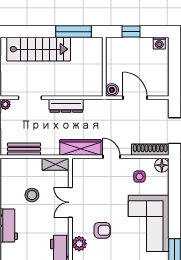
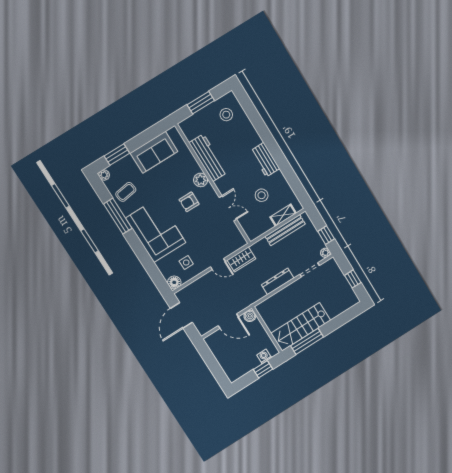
washing machine: (159, 43) -> (264, 356), moved
stairs: (39, 49) -> (301, 327), moved
wardrobe: (80, 147) -> (241, 259), width x0.67
bench: (24, 149) -> (285, 230), width x1.36
shoe rack: (150, 150) -> (191, 289), removed
shelving: (56, 164) -> (283, 215), moved

